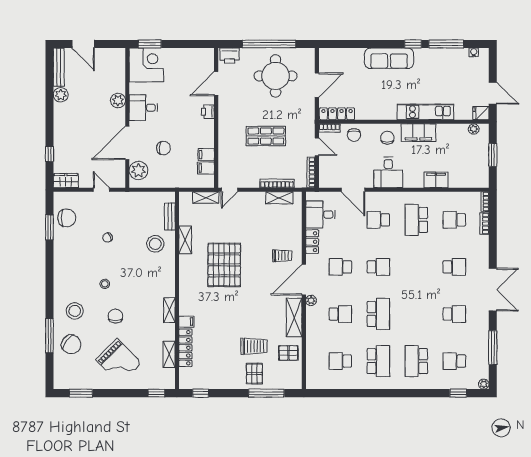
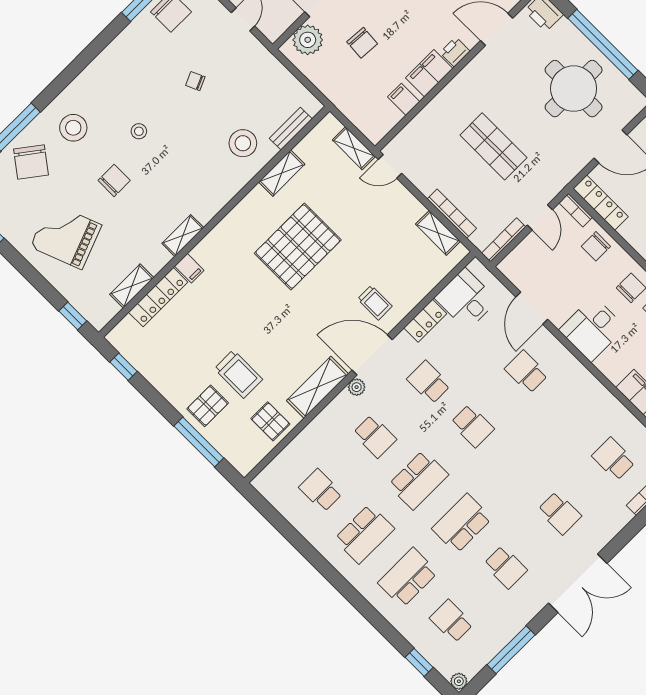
filing cabinet: (206, 168) -> (429, 73), moved, width x2.00
school desk: (416, 220) -> (462, 523), moved
grand piano: (119, 361) -> (66, 236), turned 114

